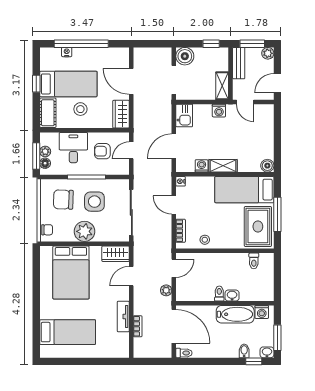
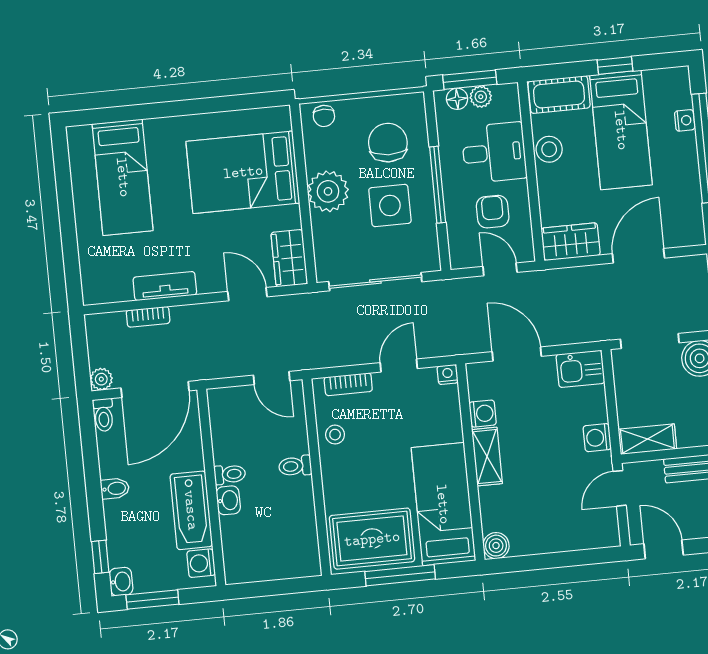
stool: (80, 109) -> (549, 149), moved
toilet: (254, 261) -> (295, 466), moved
plant: (166, 290) -> (101, 379), moved
bidet: (244, 351) -> (115, 489), moved

